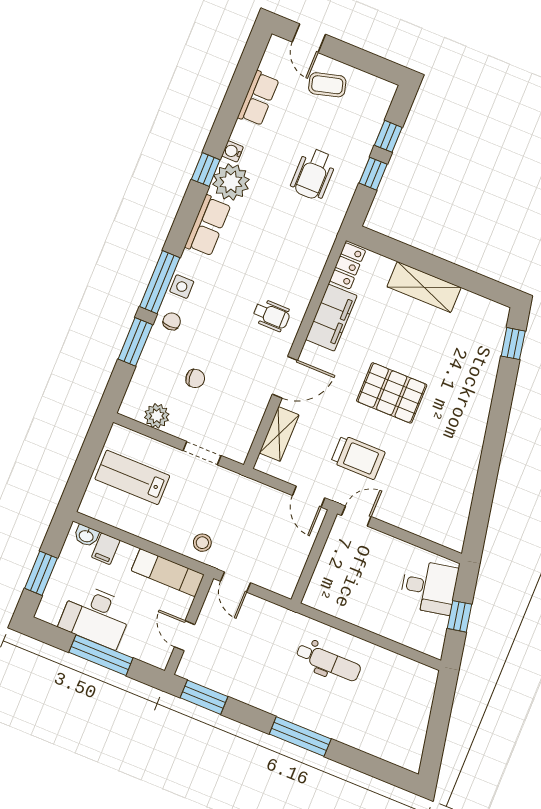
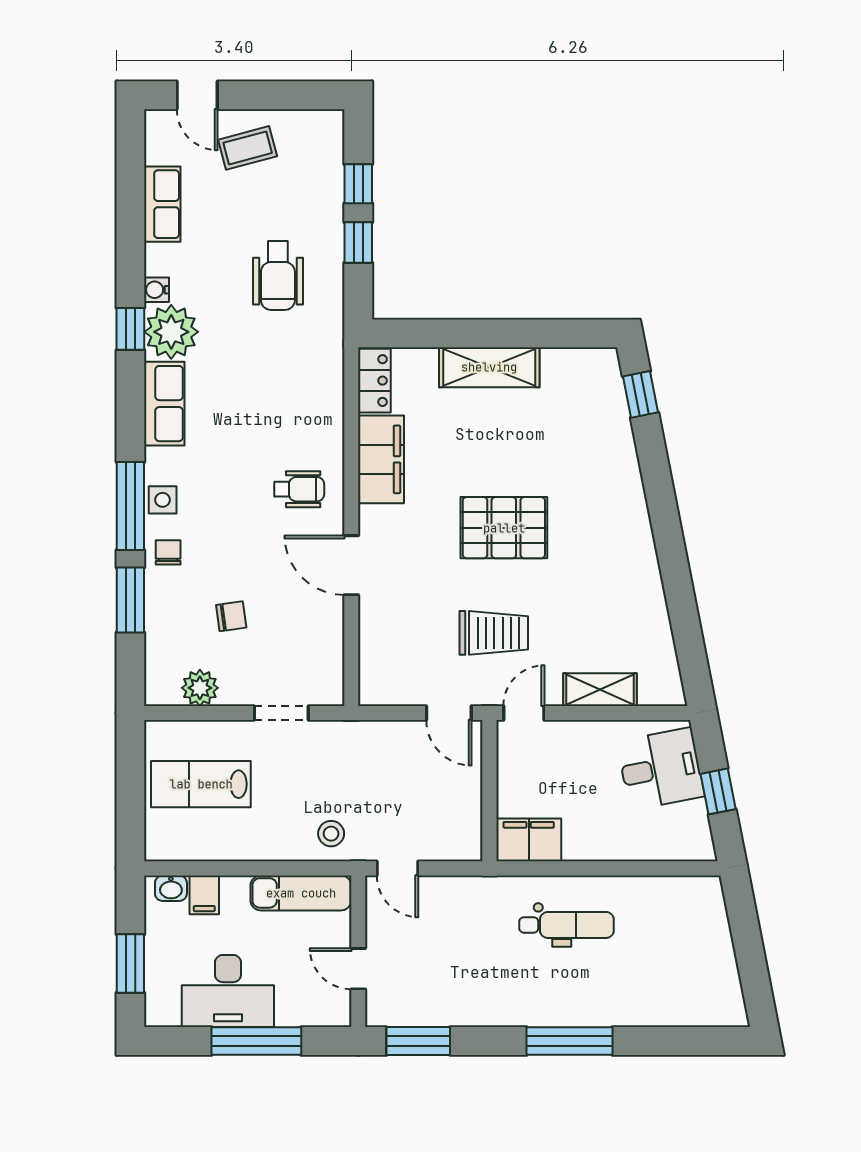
door: (285, 377) -> (351, 565), swing flipped
shelving: (279, 434) -> (600, 690), moved, turned 90
filing cabinet: (326, 598) -> (529, 840), added

